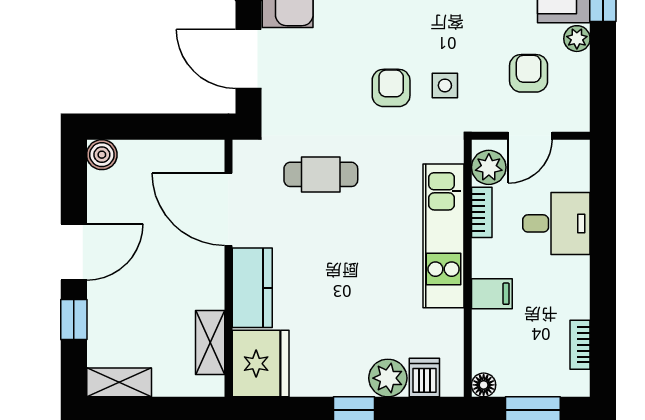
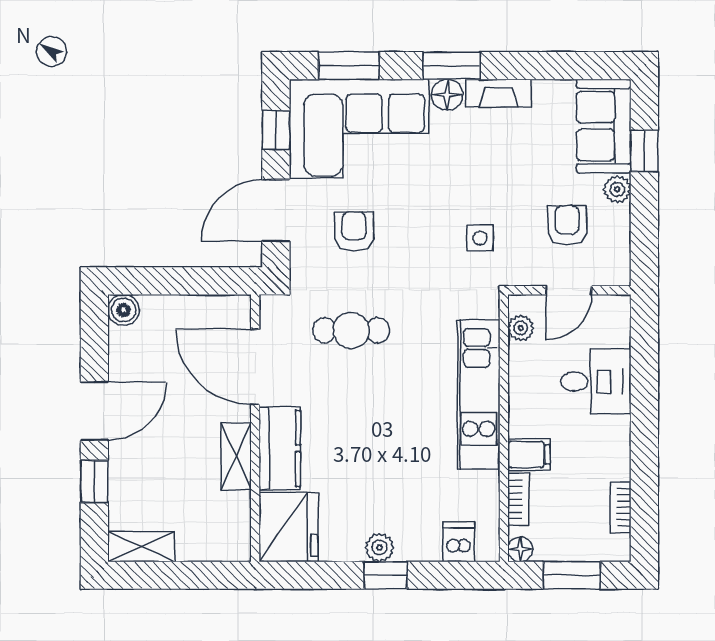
door: (248, 59) -> (276, 211), hinge flipped
armchair: (391, 88) -> (354, 231), moved
plant: (489, 167) -> (521, 328), width x0.73, depth x0.73
bookcase: (482, 212) -> (518, 499), moved
shelving: (210, 343) -> (236, 456), moved
plant: (388, 378) -> (379, 548), moved, width x0.73, depth x0.73

